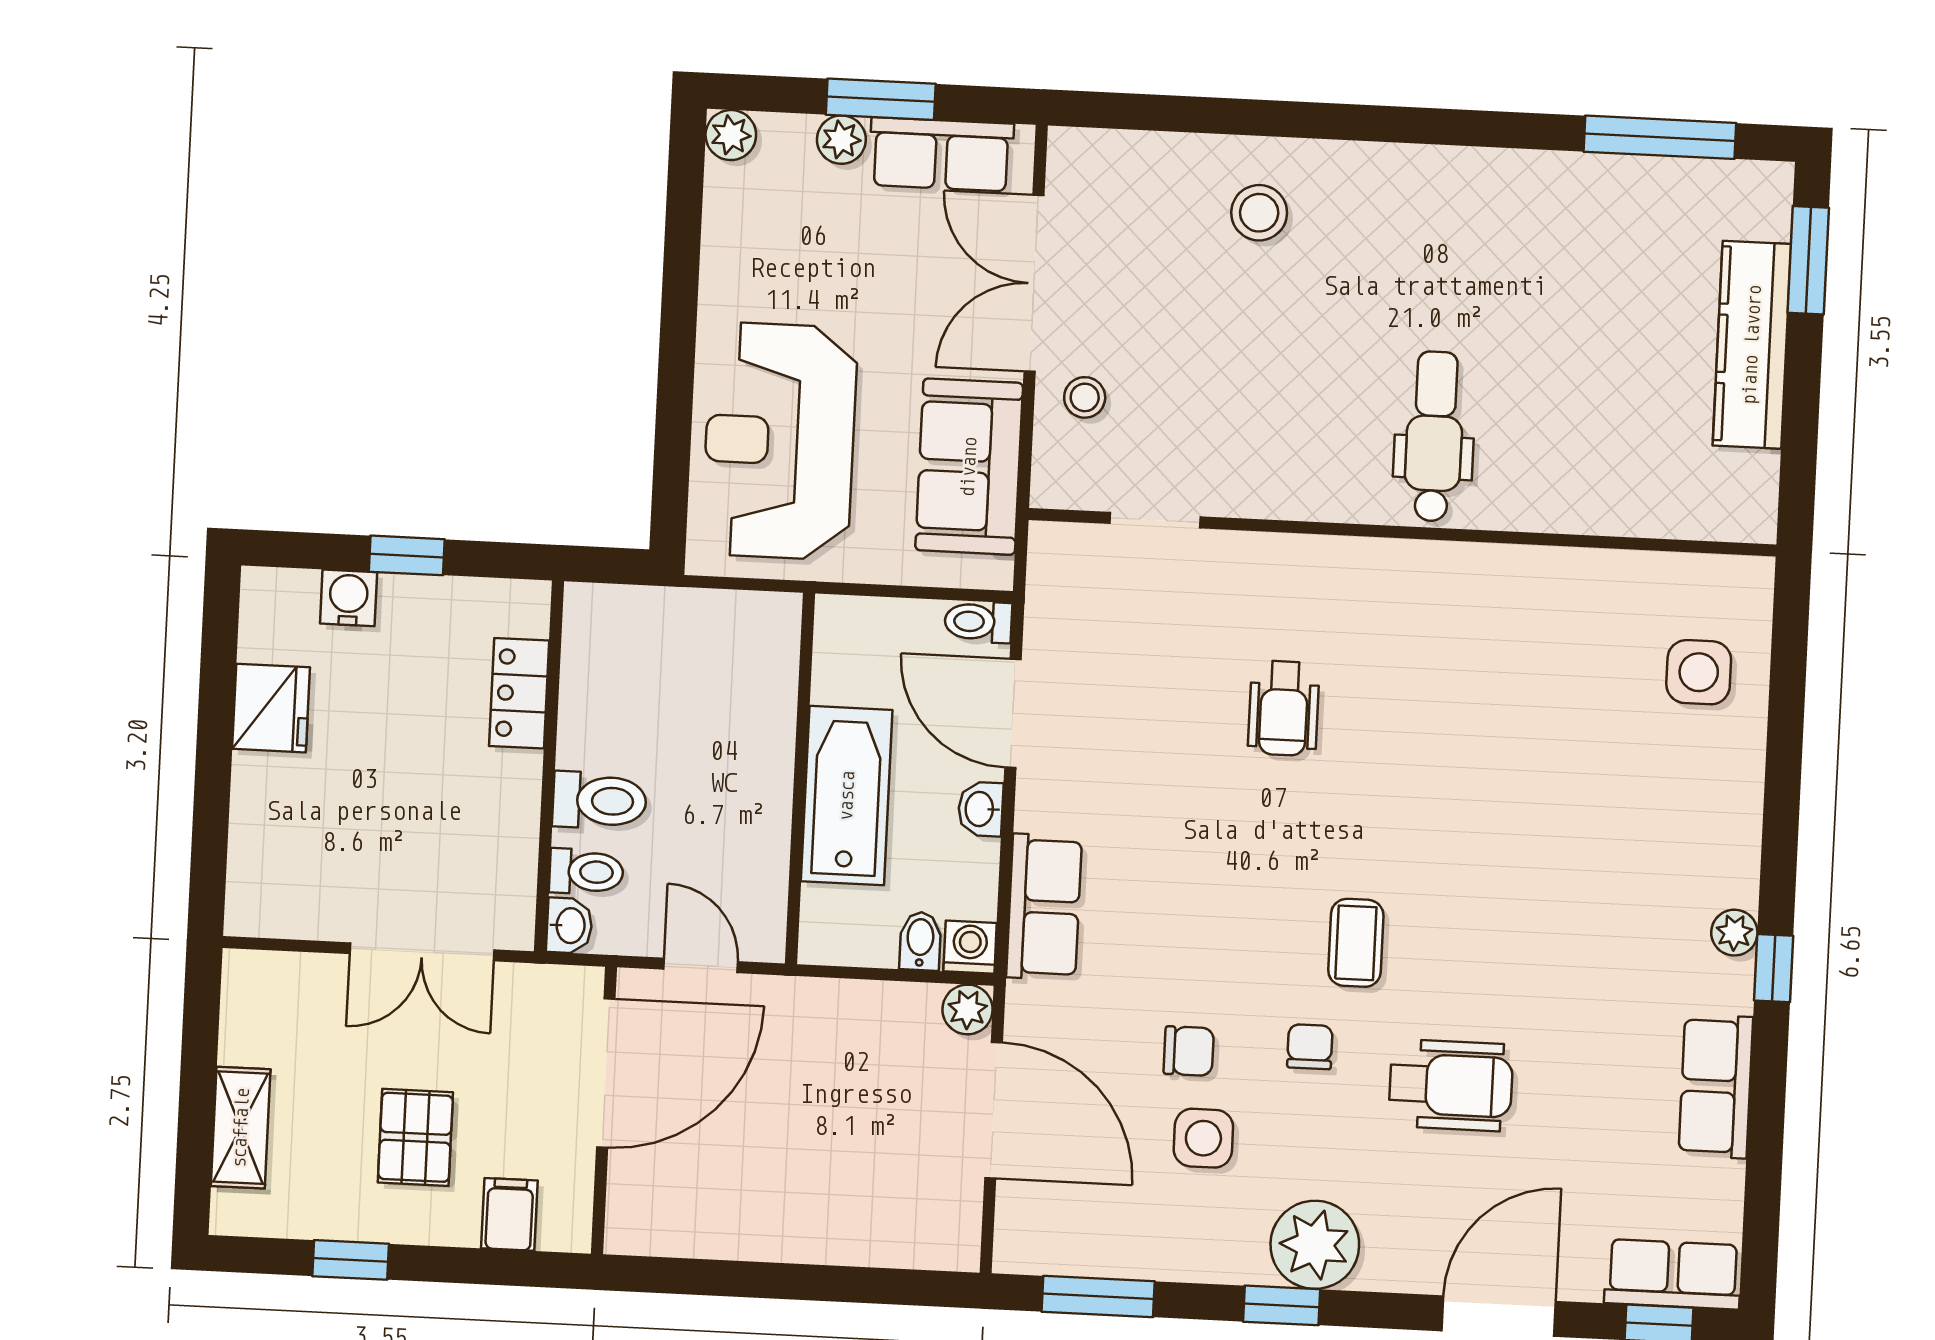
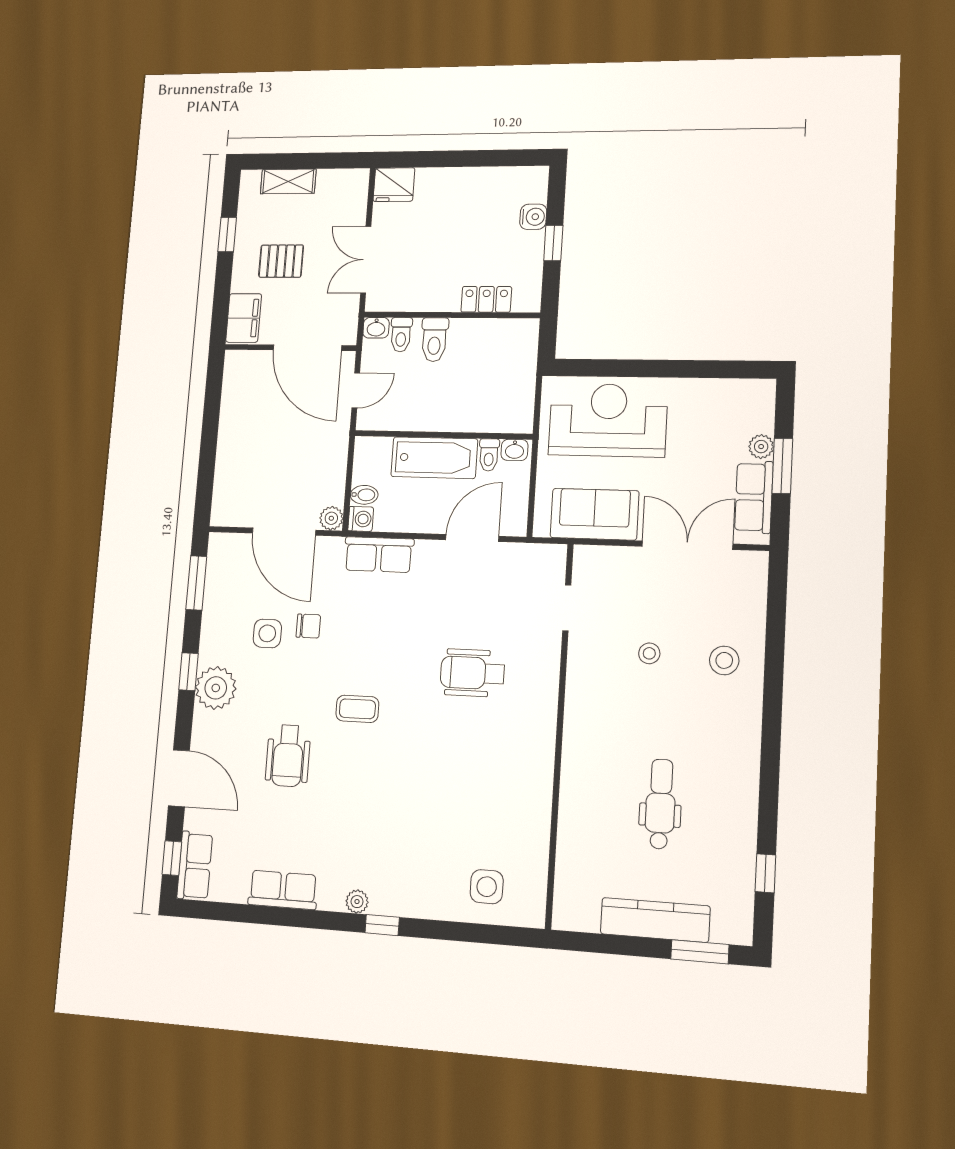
plant: (731, 135) -> (763, 391), removed
window: (1660, 137) -> (765, 873), width x0.46
stool: (1085, 397) -> (649, 653), moved
dental chair: (1434, 436) -> (660, 804), moved, turned -90
toilet: (978, 622) -> (489, 455), moved, turned 180
fridge: (271, 708) -> (394, 185), moved
wheelchair: (1284, 708) -> (472, 673), width x1.36, depth x1.37
washbasin: (981, 809) -> (515, 450), moved, turned 180
window: (1774, 968) -> (382, 925), moved
chair: (1310, 1047) -> (309, 686), removed
chair: (1189, 1051) -> (308, 626), turned -90
door: (994, 1110) -> (284, 532), hinge flipped
filing cabinet: (509, 1214) -> (244, 318), width x2.00

